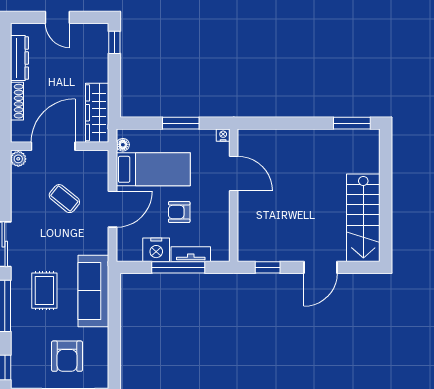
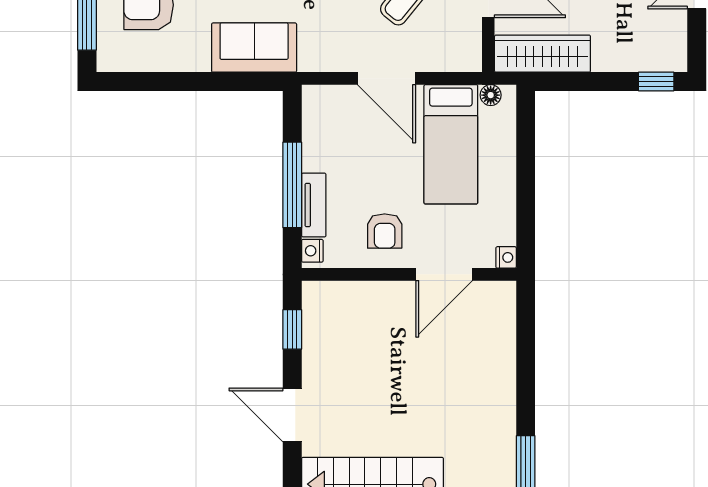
window: (181, 123) -> (526, 189), removed
armchair: (179, 212) -> (385, 231), moved, turned 180
nightstand: (156, 250) -> (312, 251), moved, width x0.53, depth x0.56
sofa: (93, 291) -> (254, 48), width x0.73

